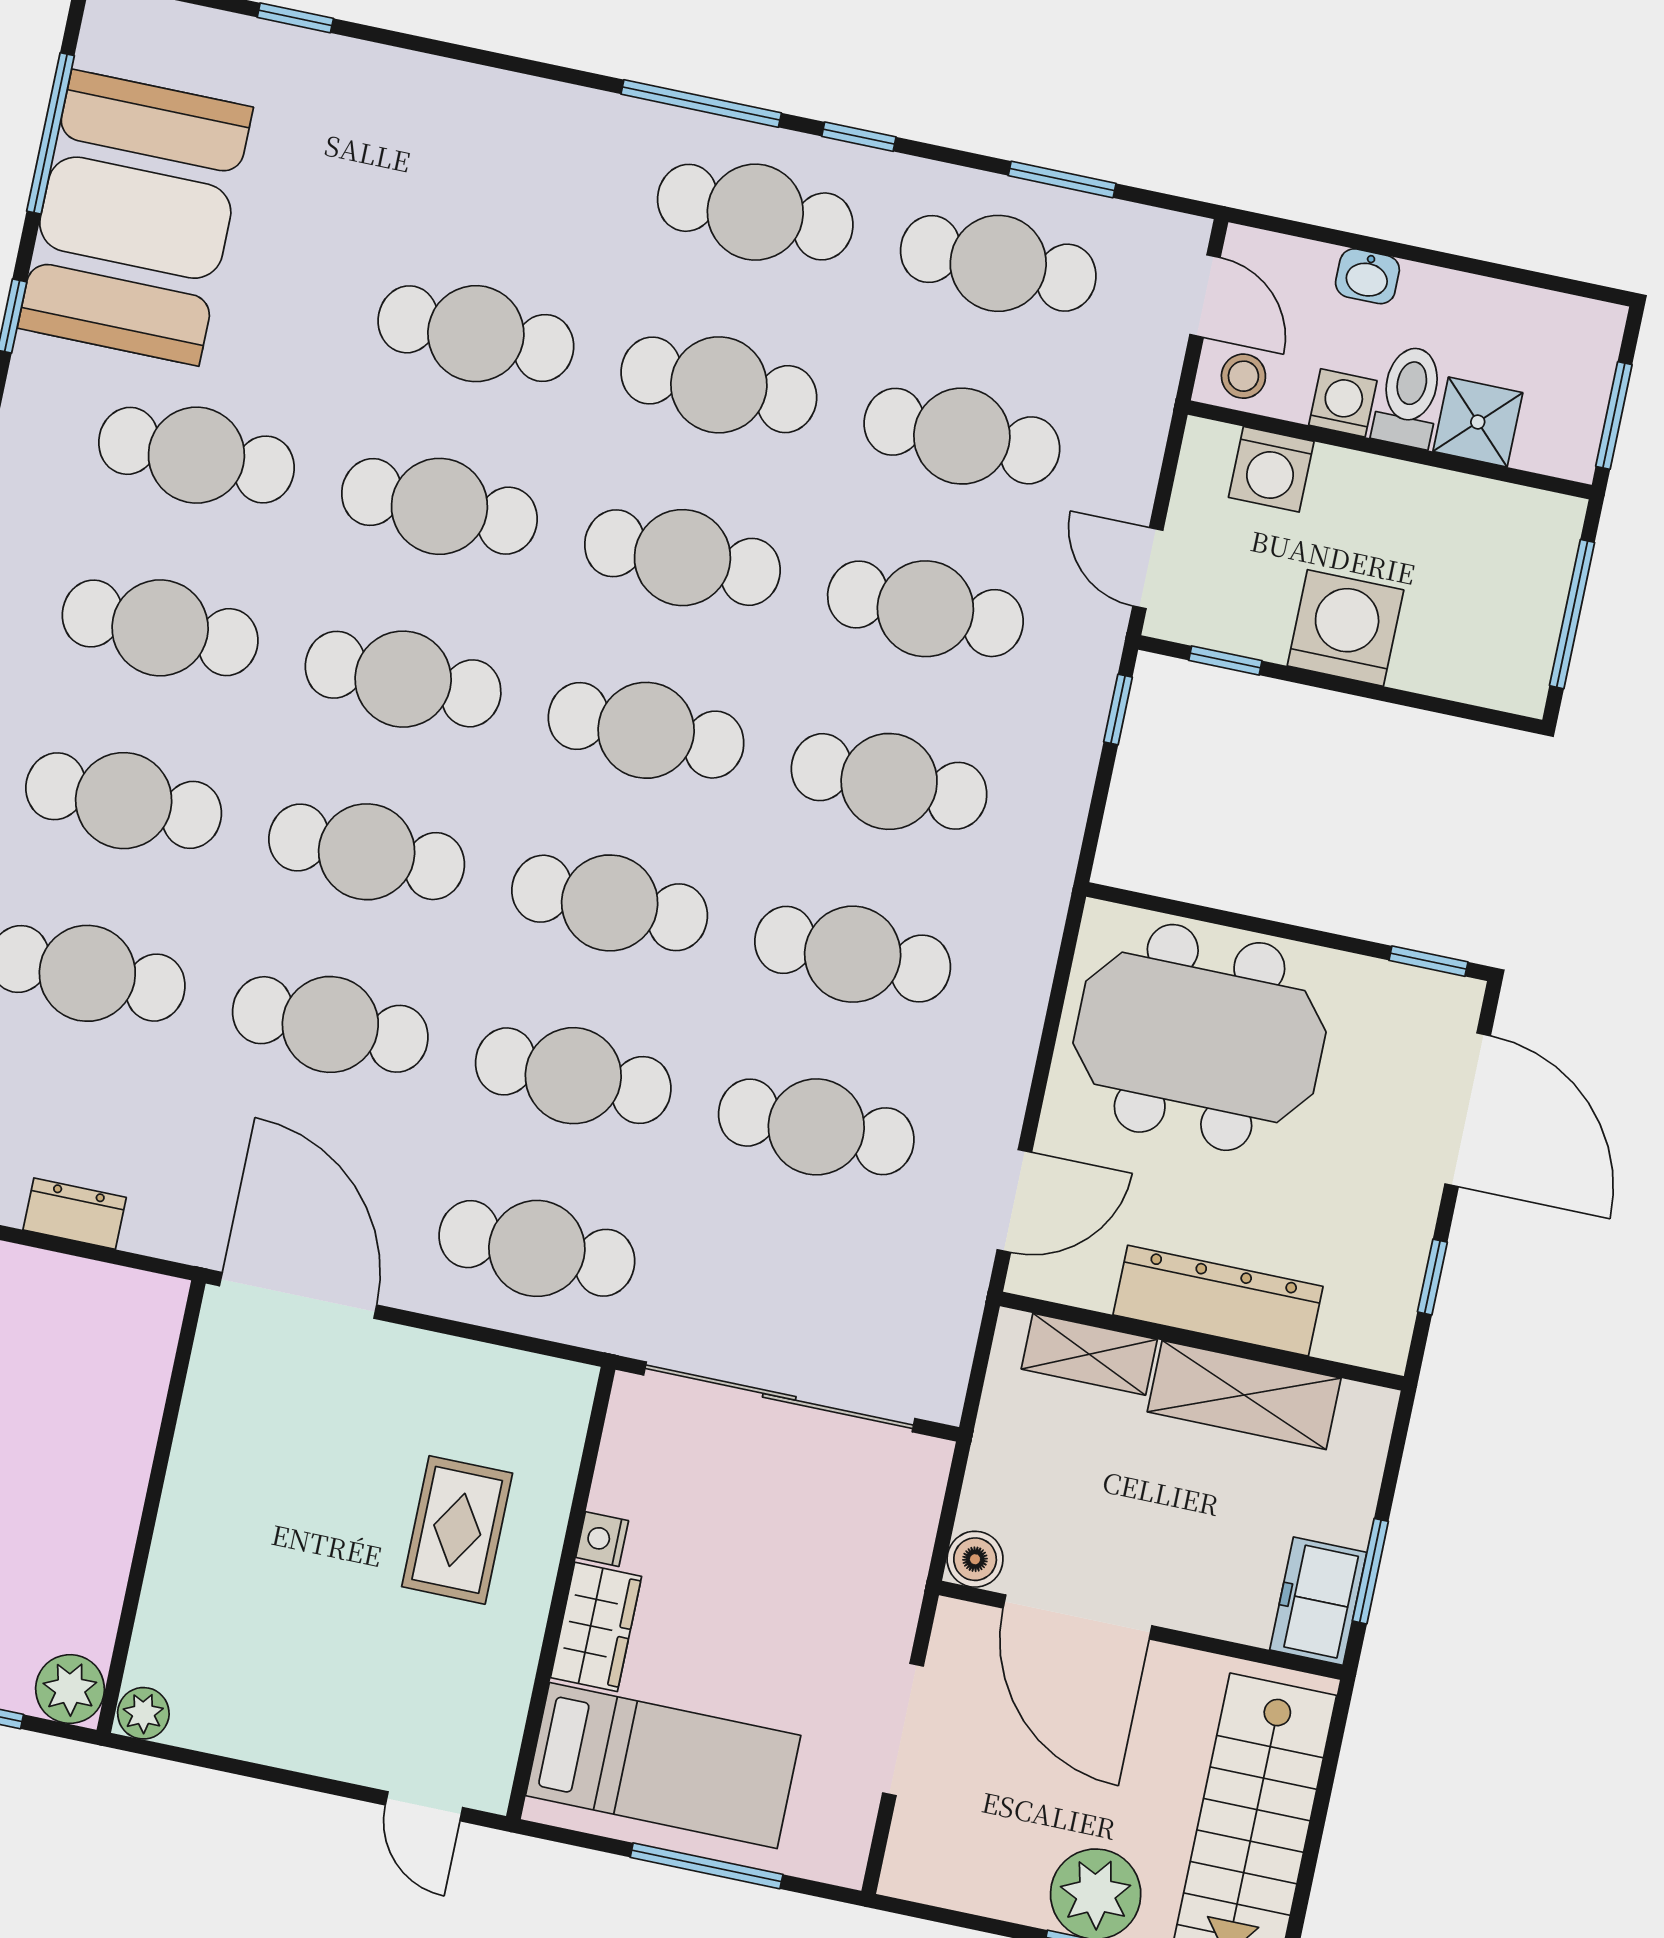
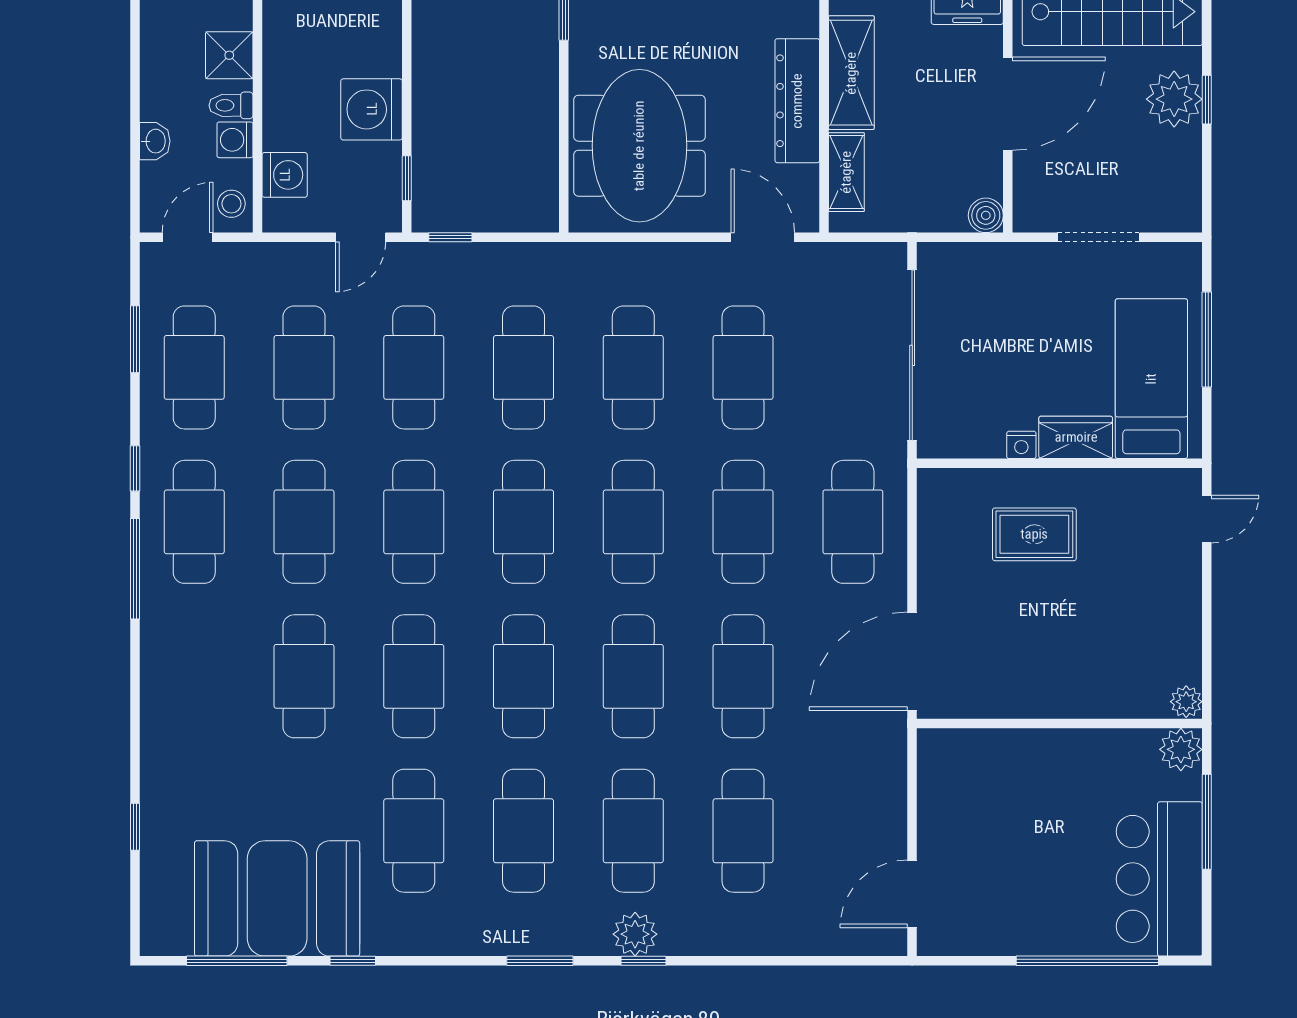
toilet: (1409, 396) -> (231, 105), width x0.73, depth x0.72
dresser: (75, 1214) -> (891, 808), removed
door: (1078, 1617) -> (1008, 104), moved

